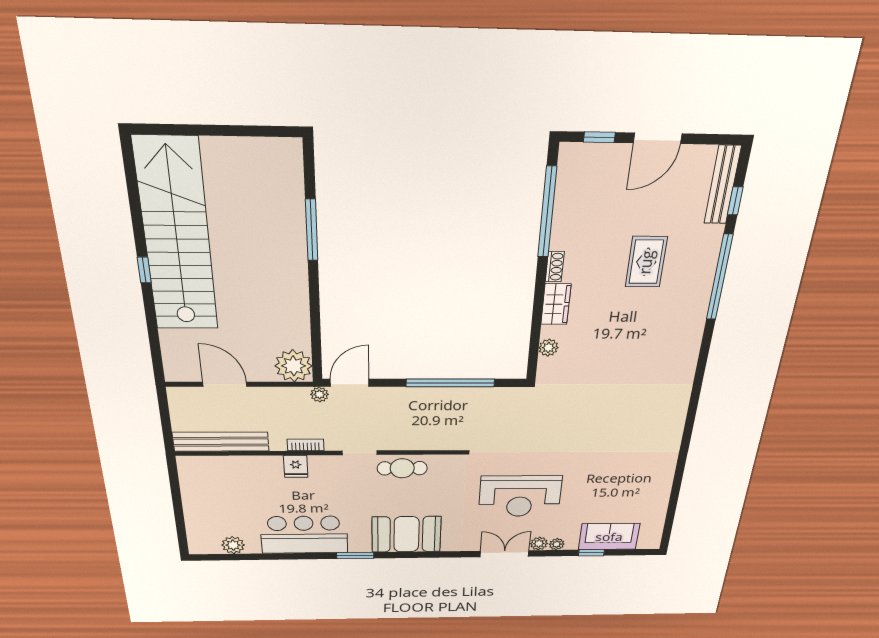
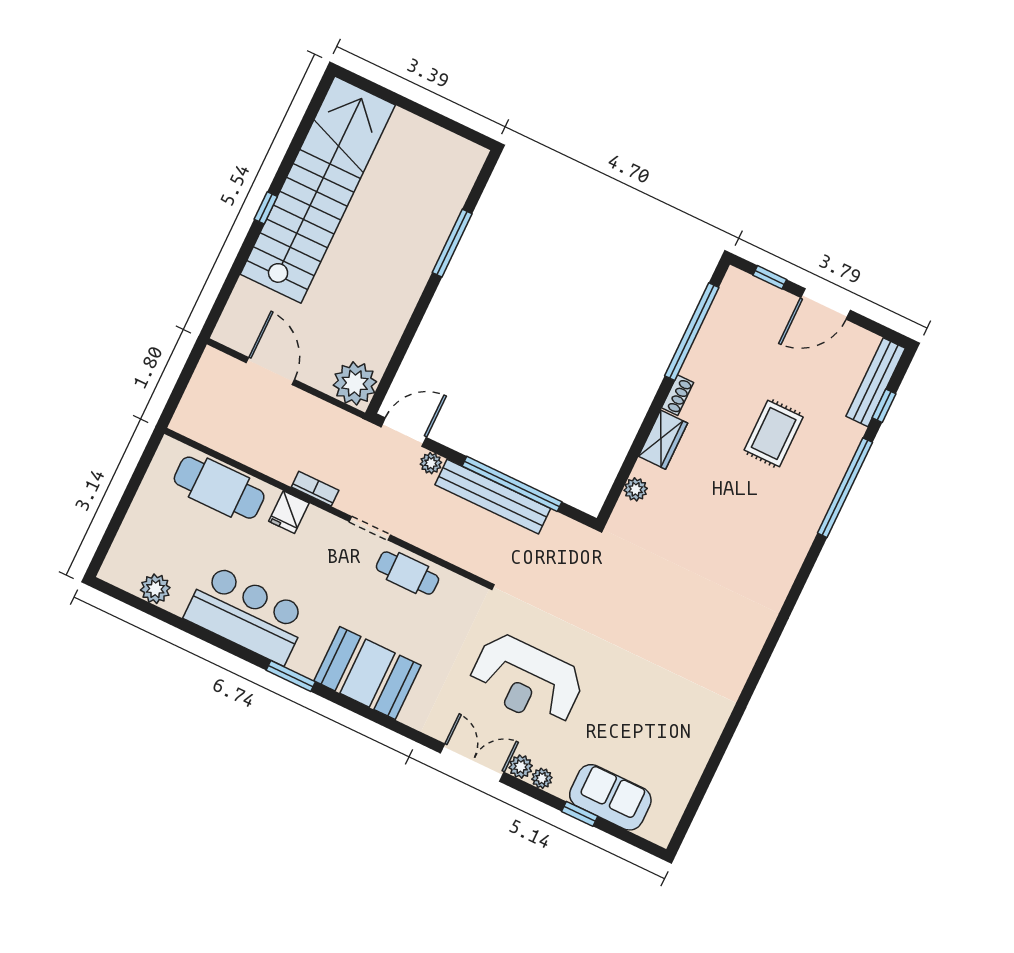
plant: (319, 394) -> (431, 463), moved
bench: (221, 442) -> (493, 497), moved
cafe table: (237, 472) -> (219, 488), added

